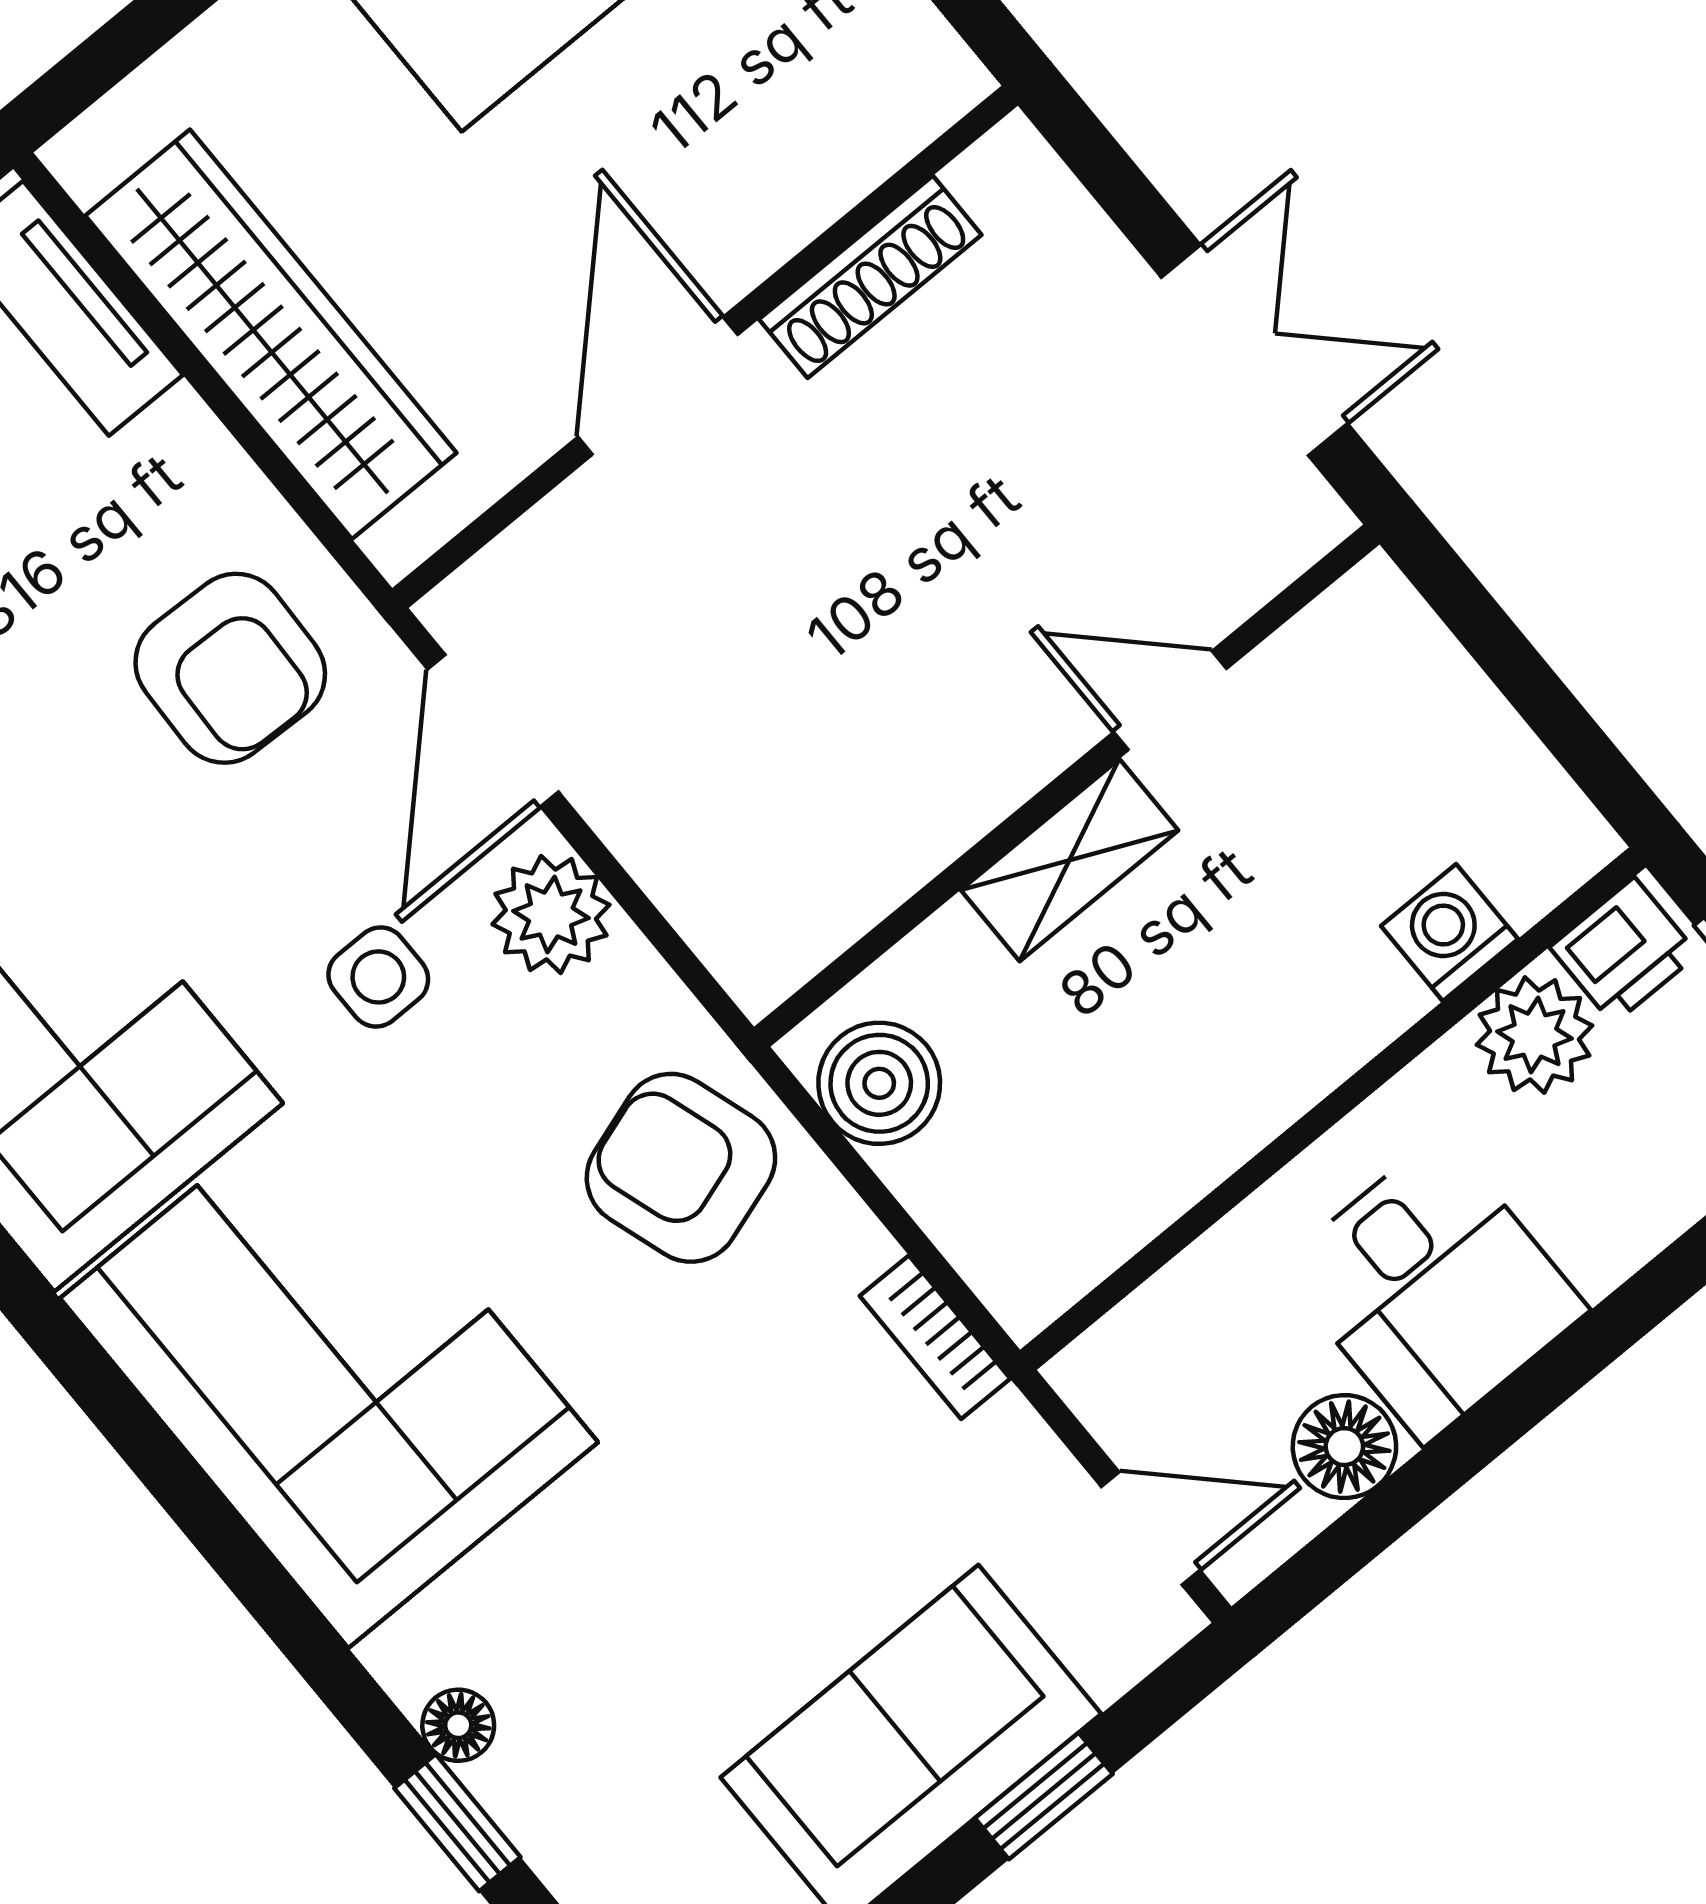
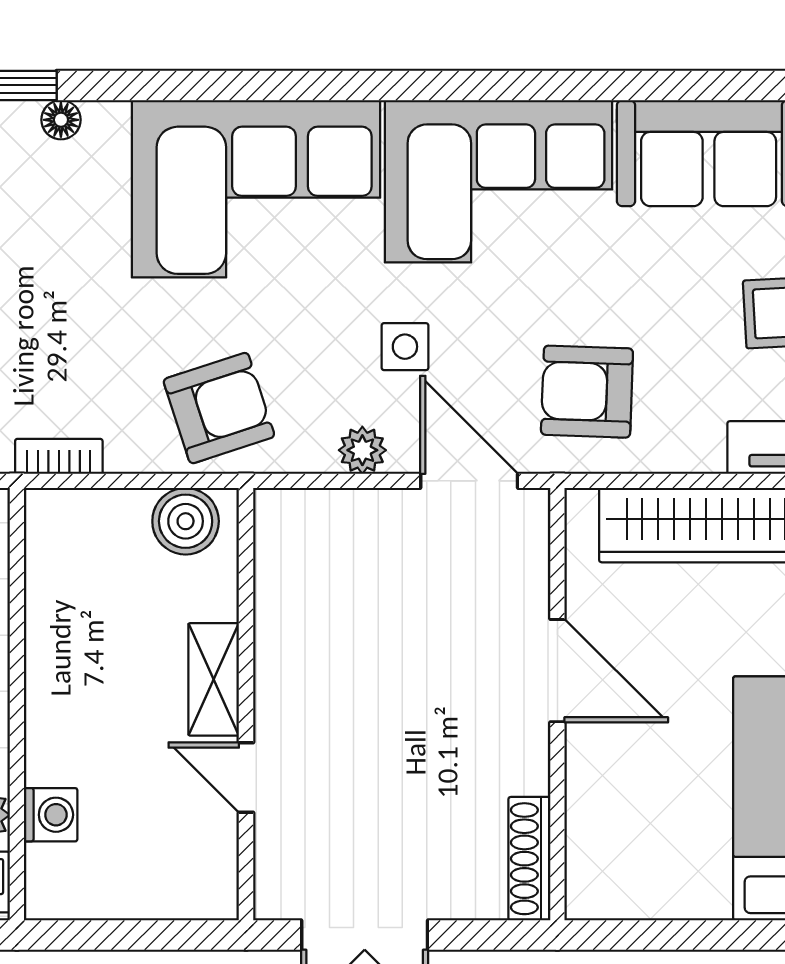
shoe rack: (870, 277) -> (529, 859), moved
door: (1170, 700) -> (246, 778), swing flipped
plant: (551, 915) -> (362, 450), width x0.73, depth x0.73

